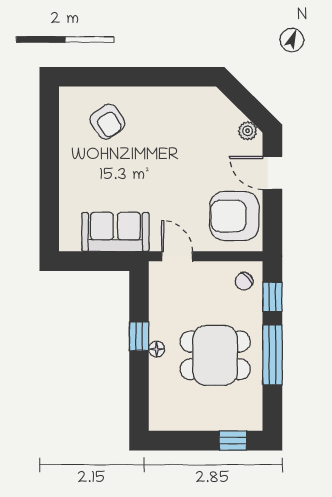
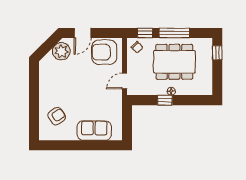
plant: (248, 131) -> (61, 51), width x1.87, depth x1.87
armchair: (234, 216) -> (104, 52), turned 90
sofa: (115, 232) -> (94, 131), moved, turned 90
dining table: (215, 355) -> (174, 62), width x1.38

